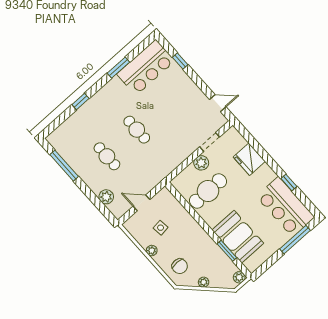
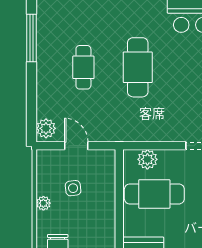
cafe table: (137, 130) -> (138, 67), width x1.37, depth x1.35
plant: (201, 163) -> (147, 159), moved
plant: (106, 197) -> (46, 128), moved

